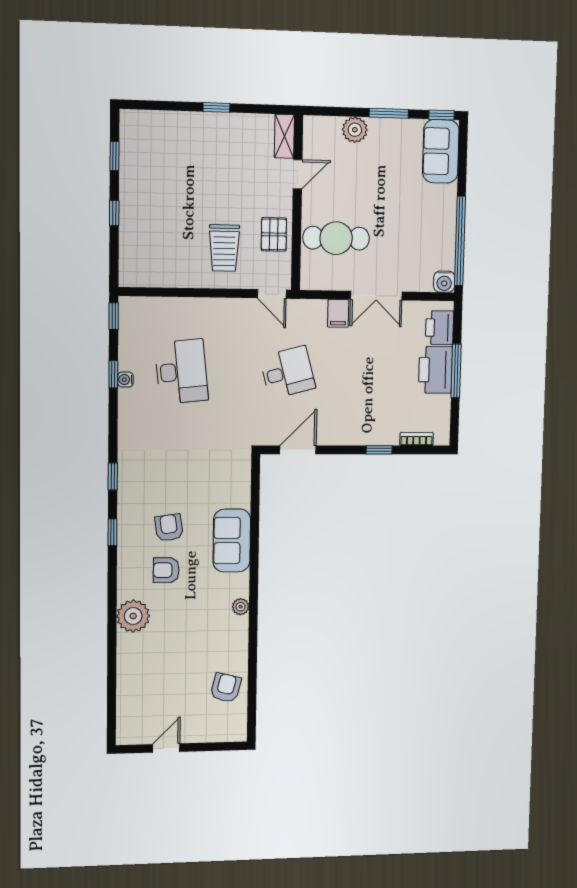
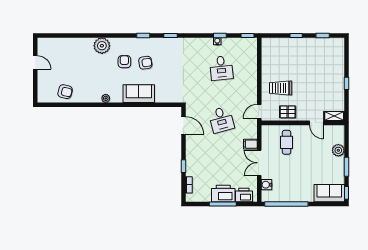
cafe table: (336, 238) -> (286, 142), width x0.73, depth x0.74
water cooler: (444, 282) -> (266, 185), moved
desk: (181, 372) -> (221, 68), width x0.73

